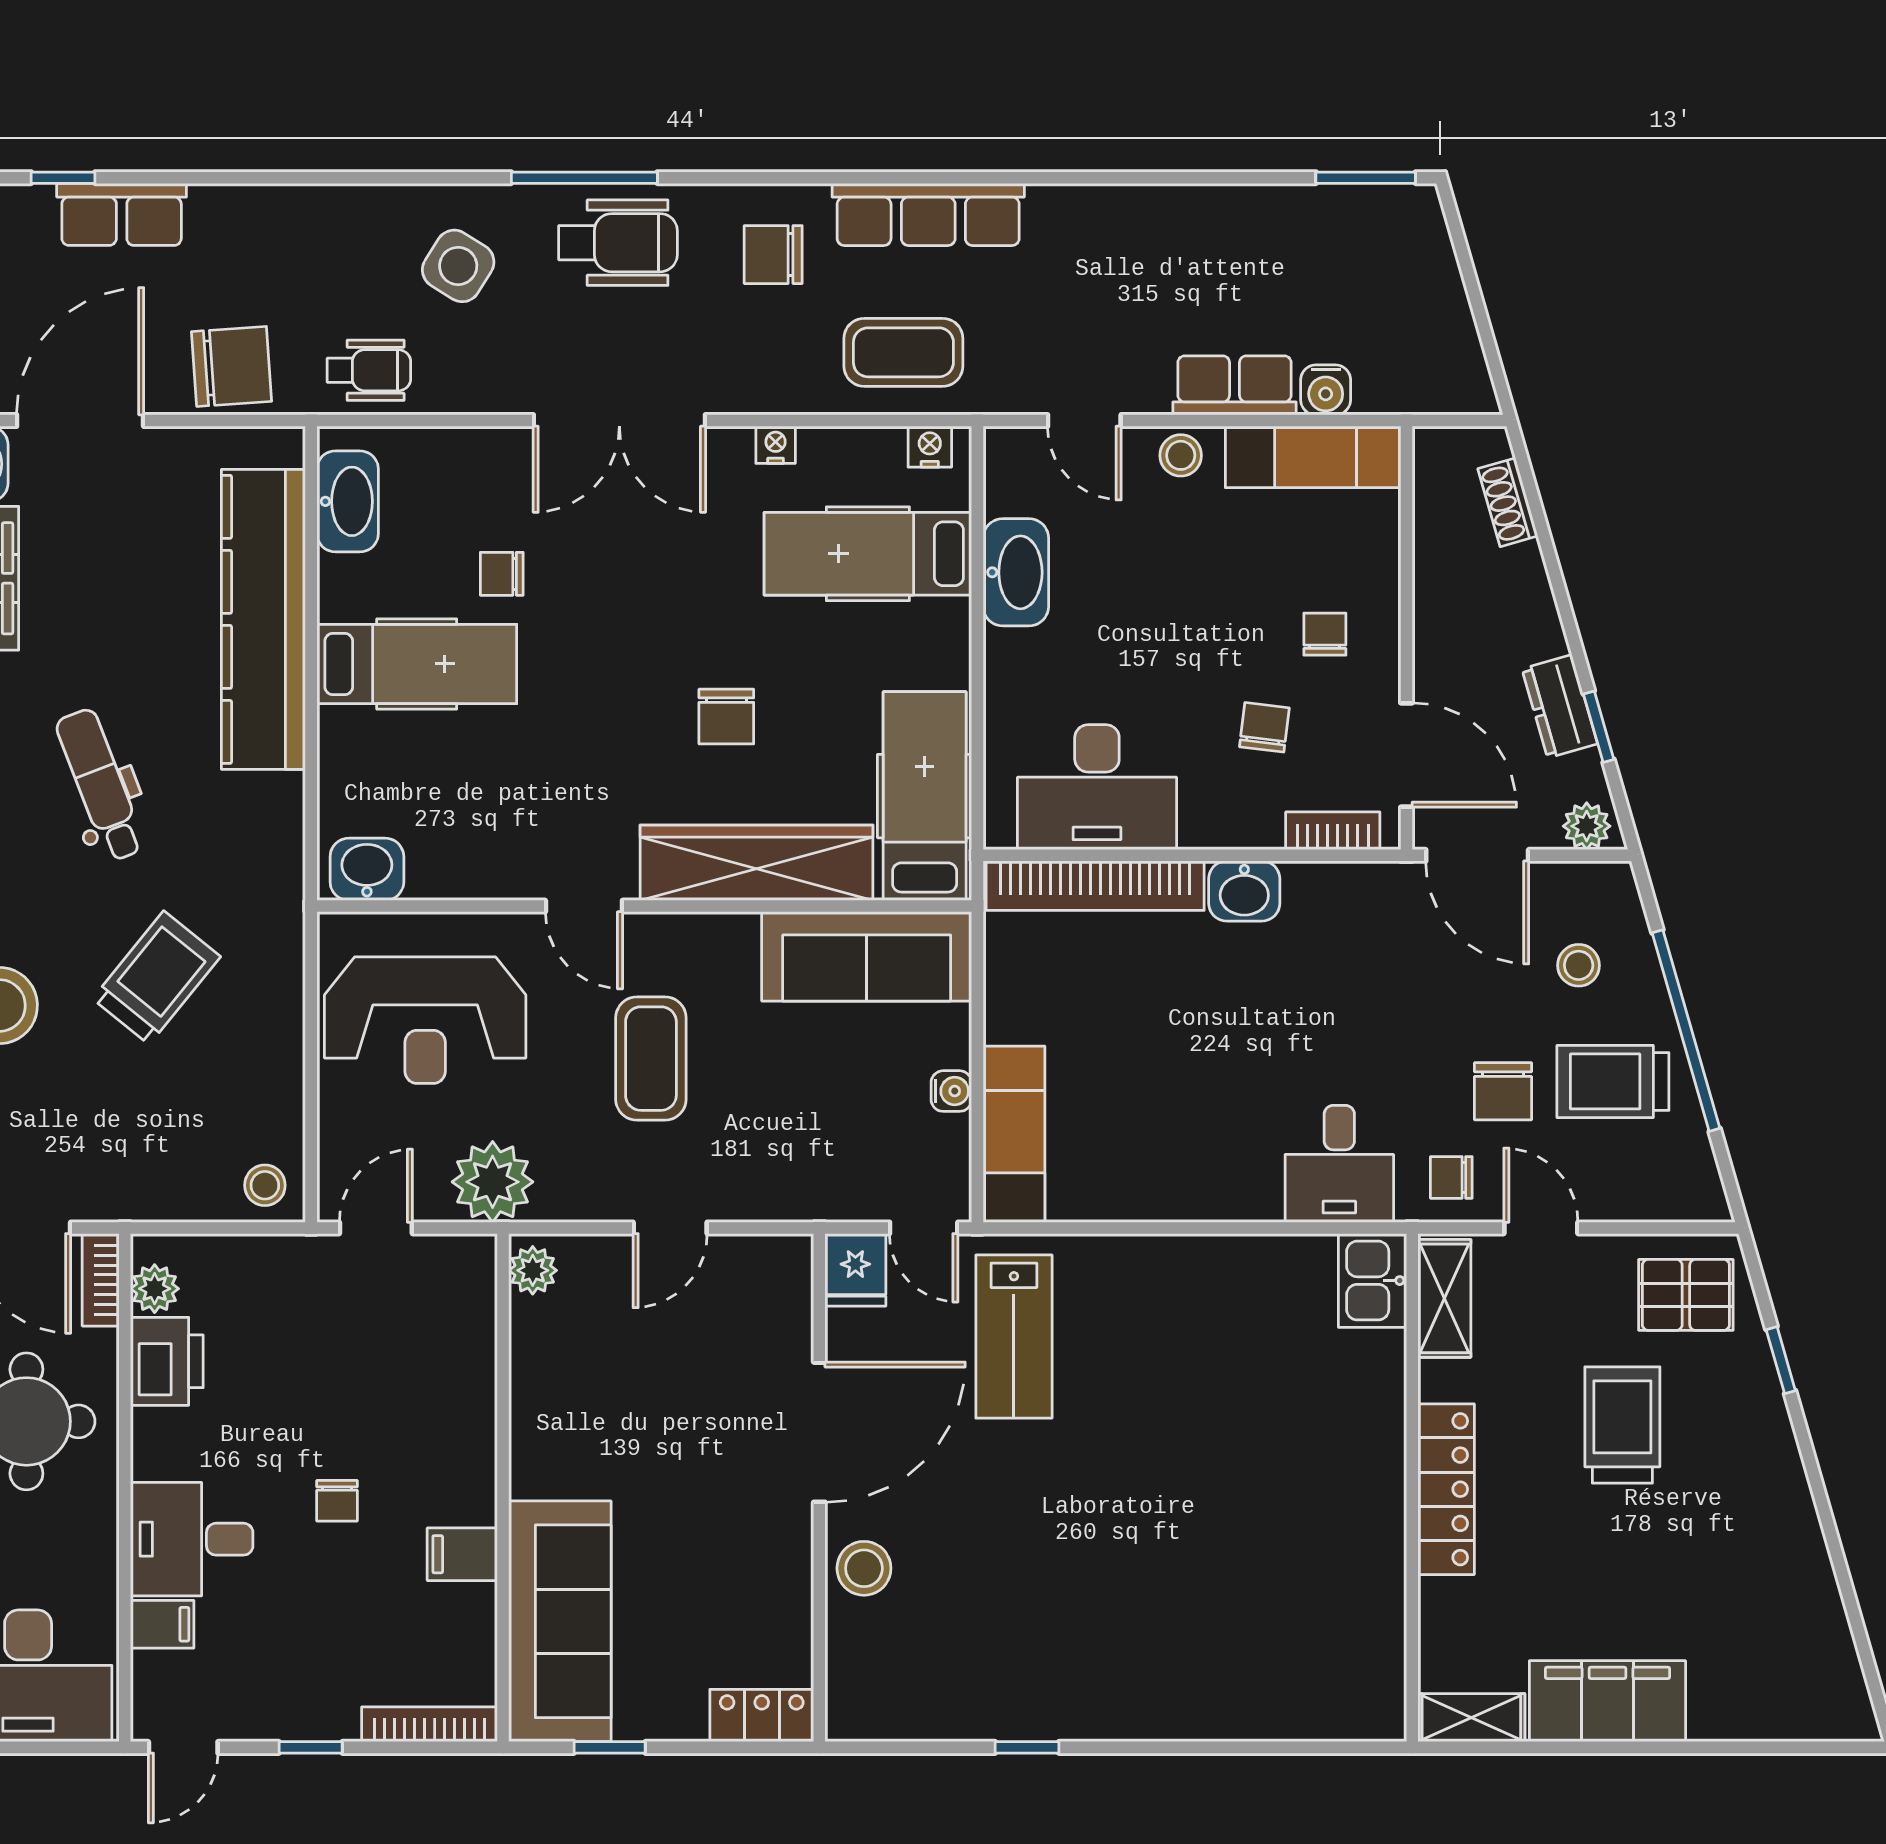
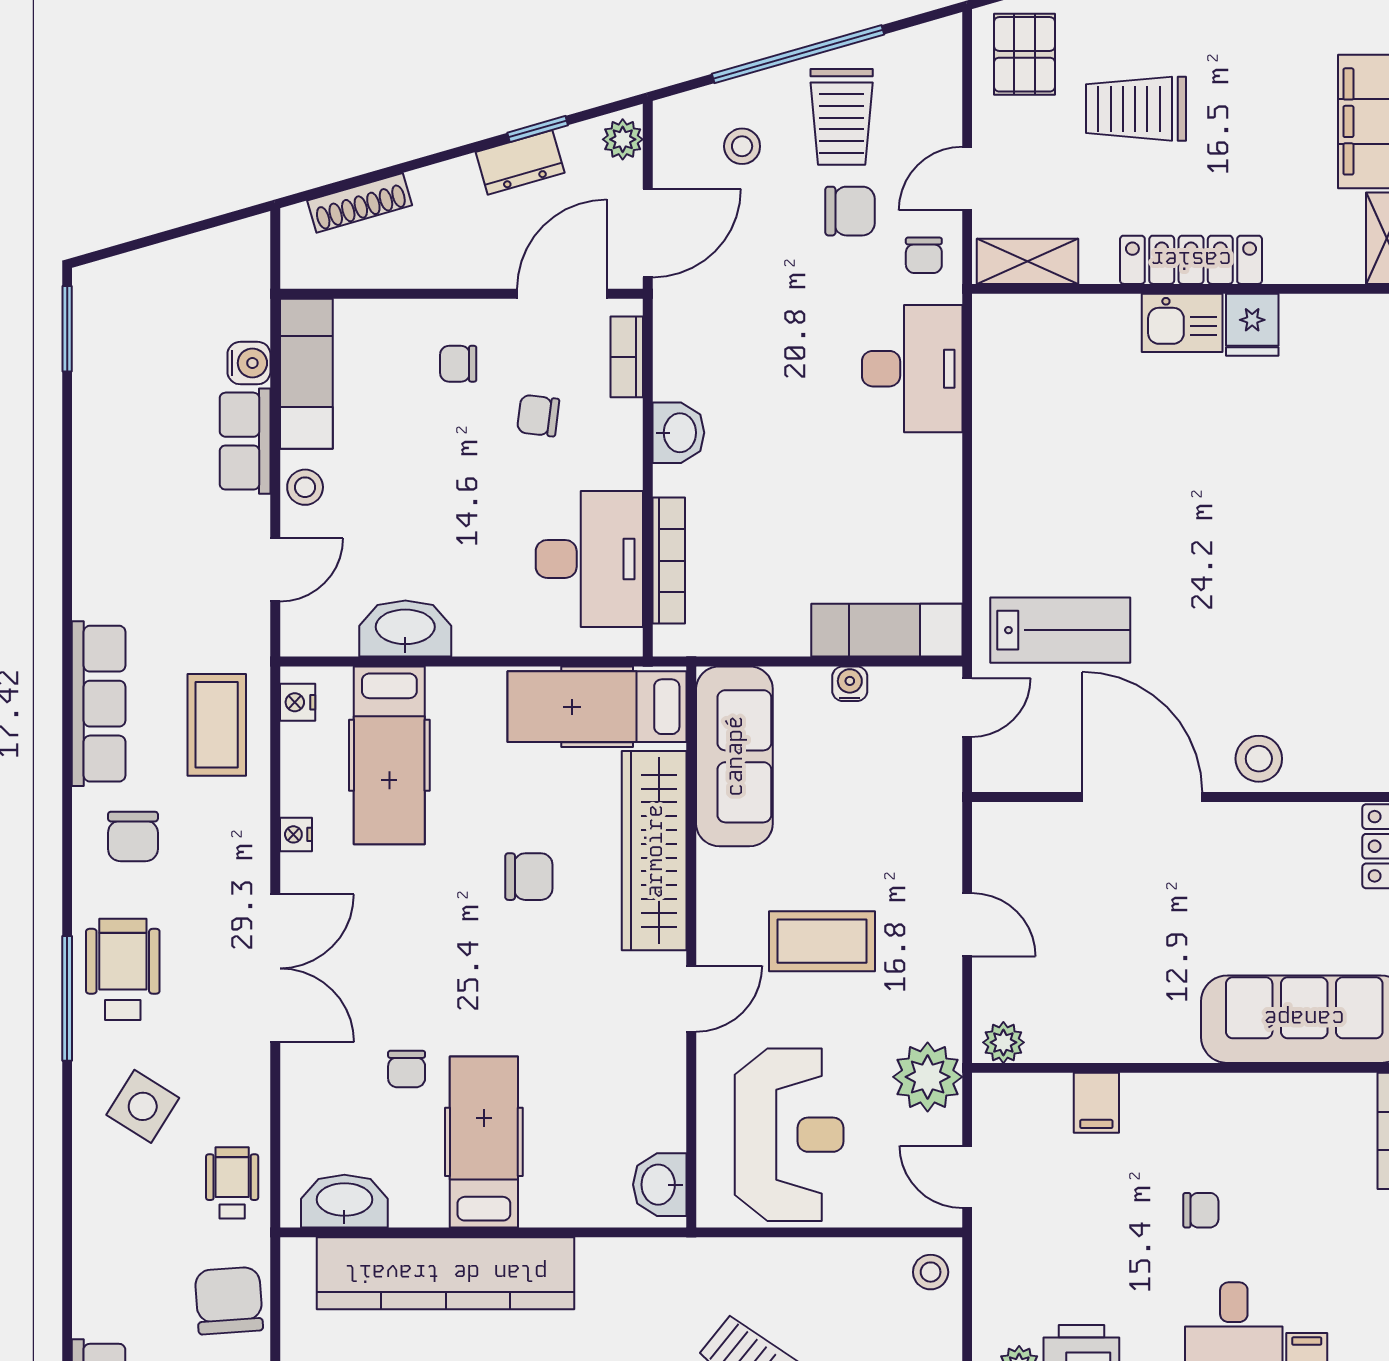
shoe rack: (1508, 502) -> (360, 203), width x1.43
bookcase: (1095, 886) -> (669, 561), width x0.68, depth x0.76
desk: (1339, 1164) -> (912, 369), width x1.37
fridge: (855, 1270) -> (1252, 325), moved, turned 90
kitchen sink: (1372, 1281) -> (1182, 323), moved
filing cabinet: (462, 1554) -> (1096, 1103), moved

